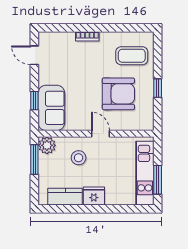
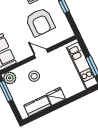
armchair: (118, 94) -> (40, 22), turned 90

